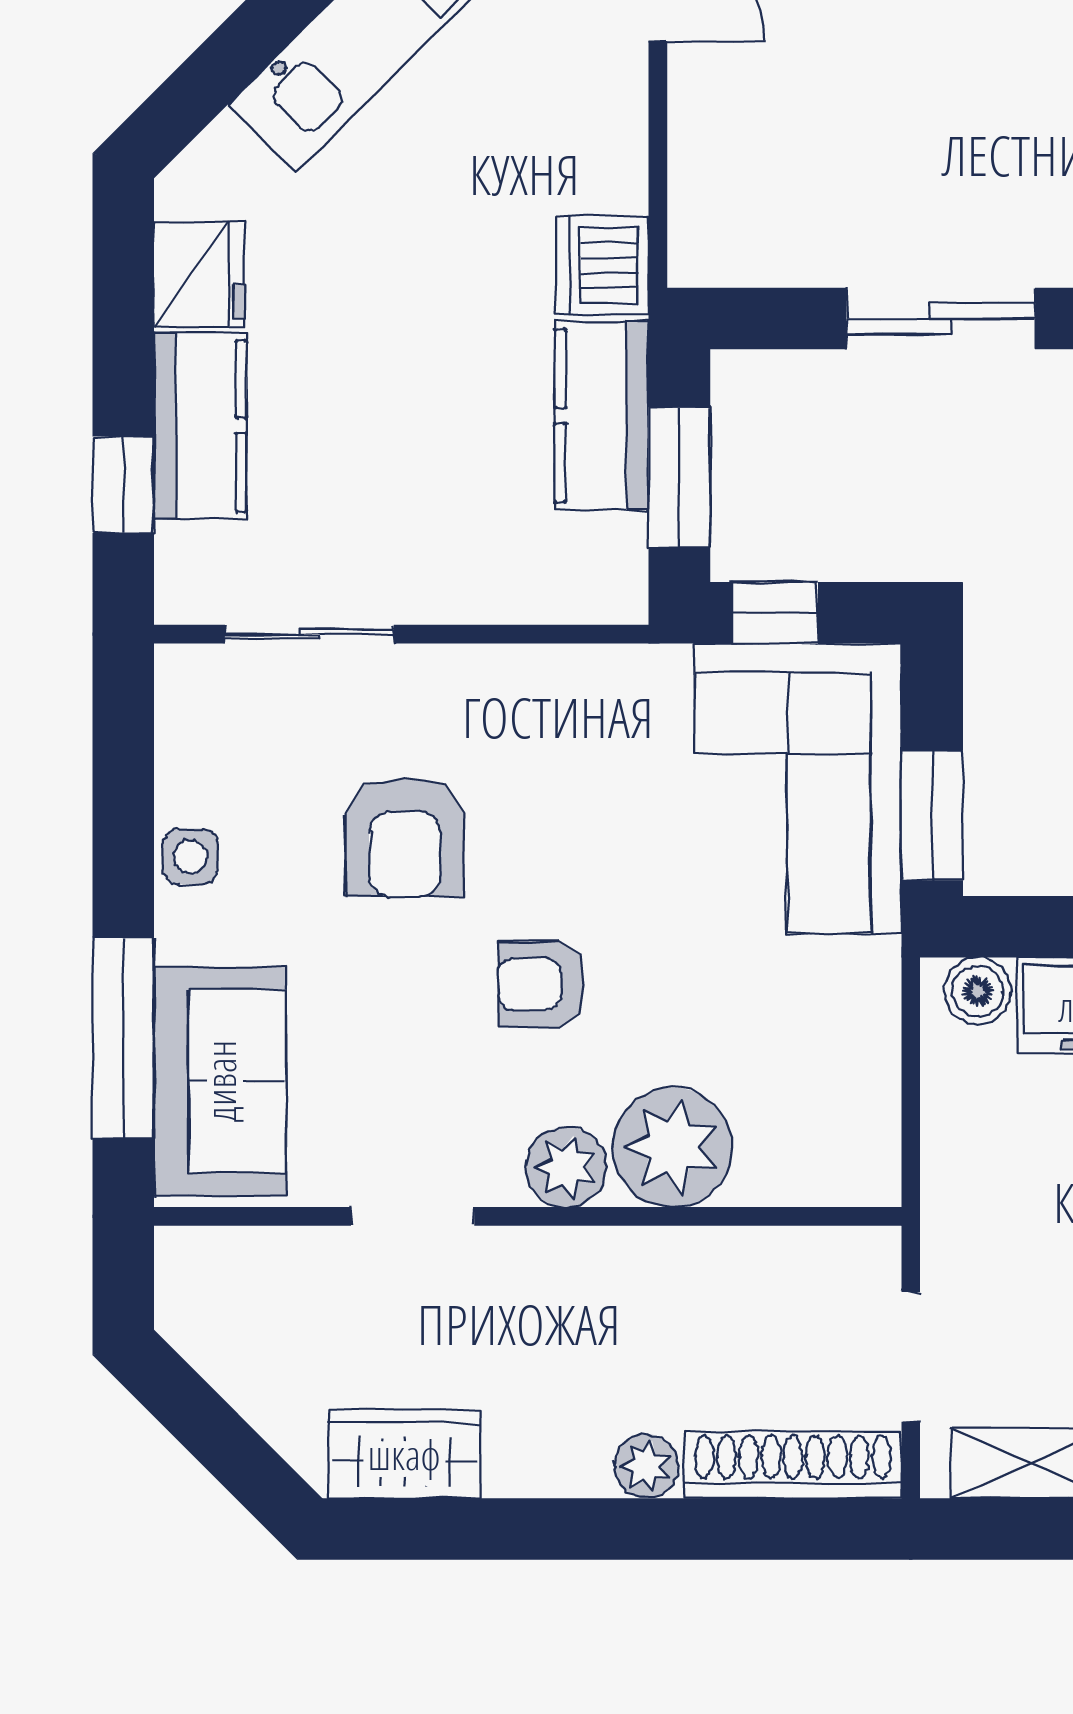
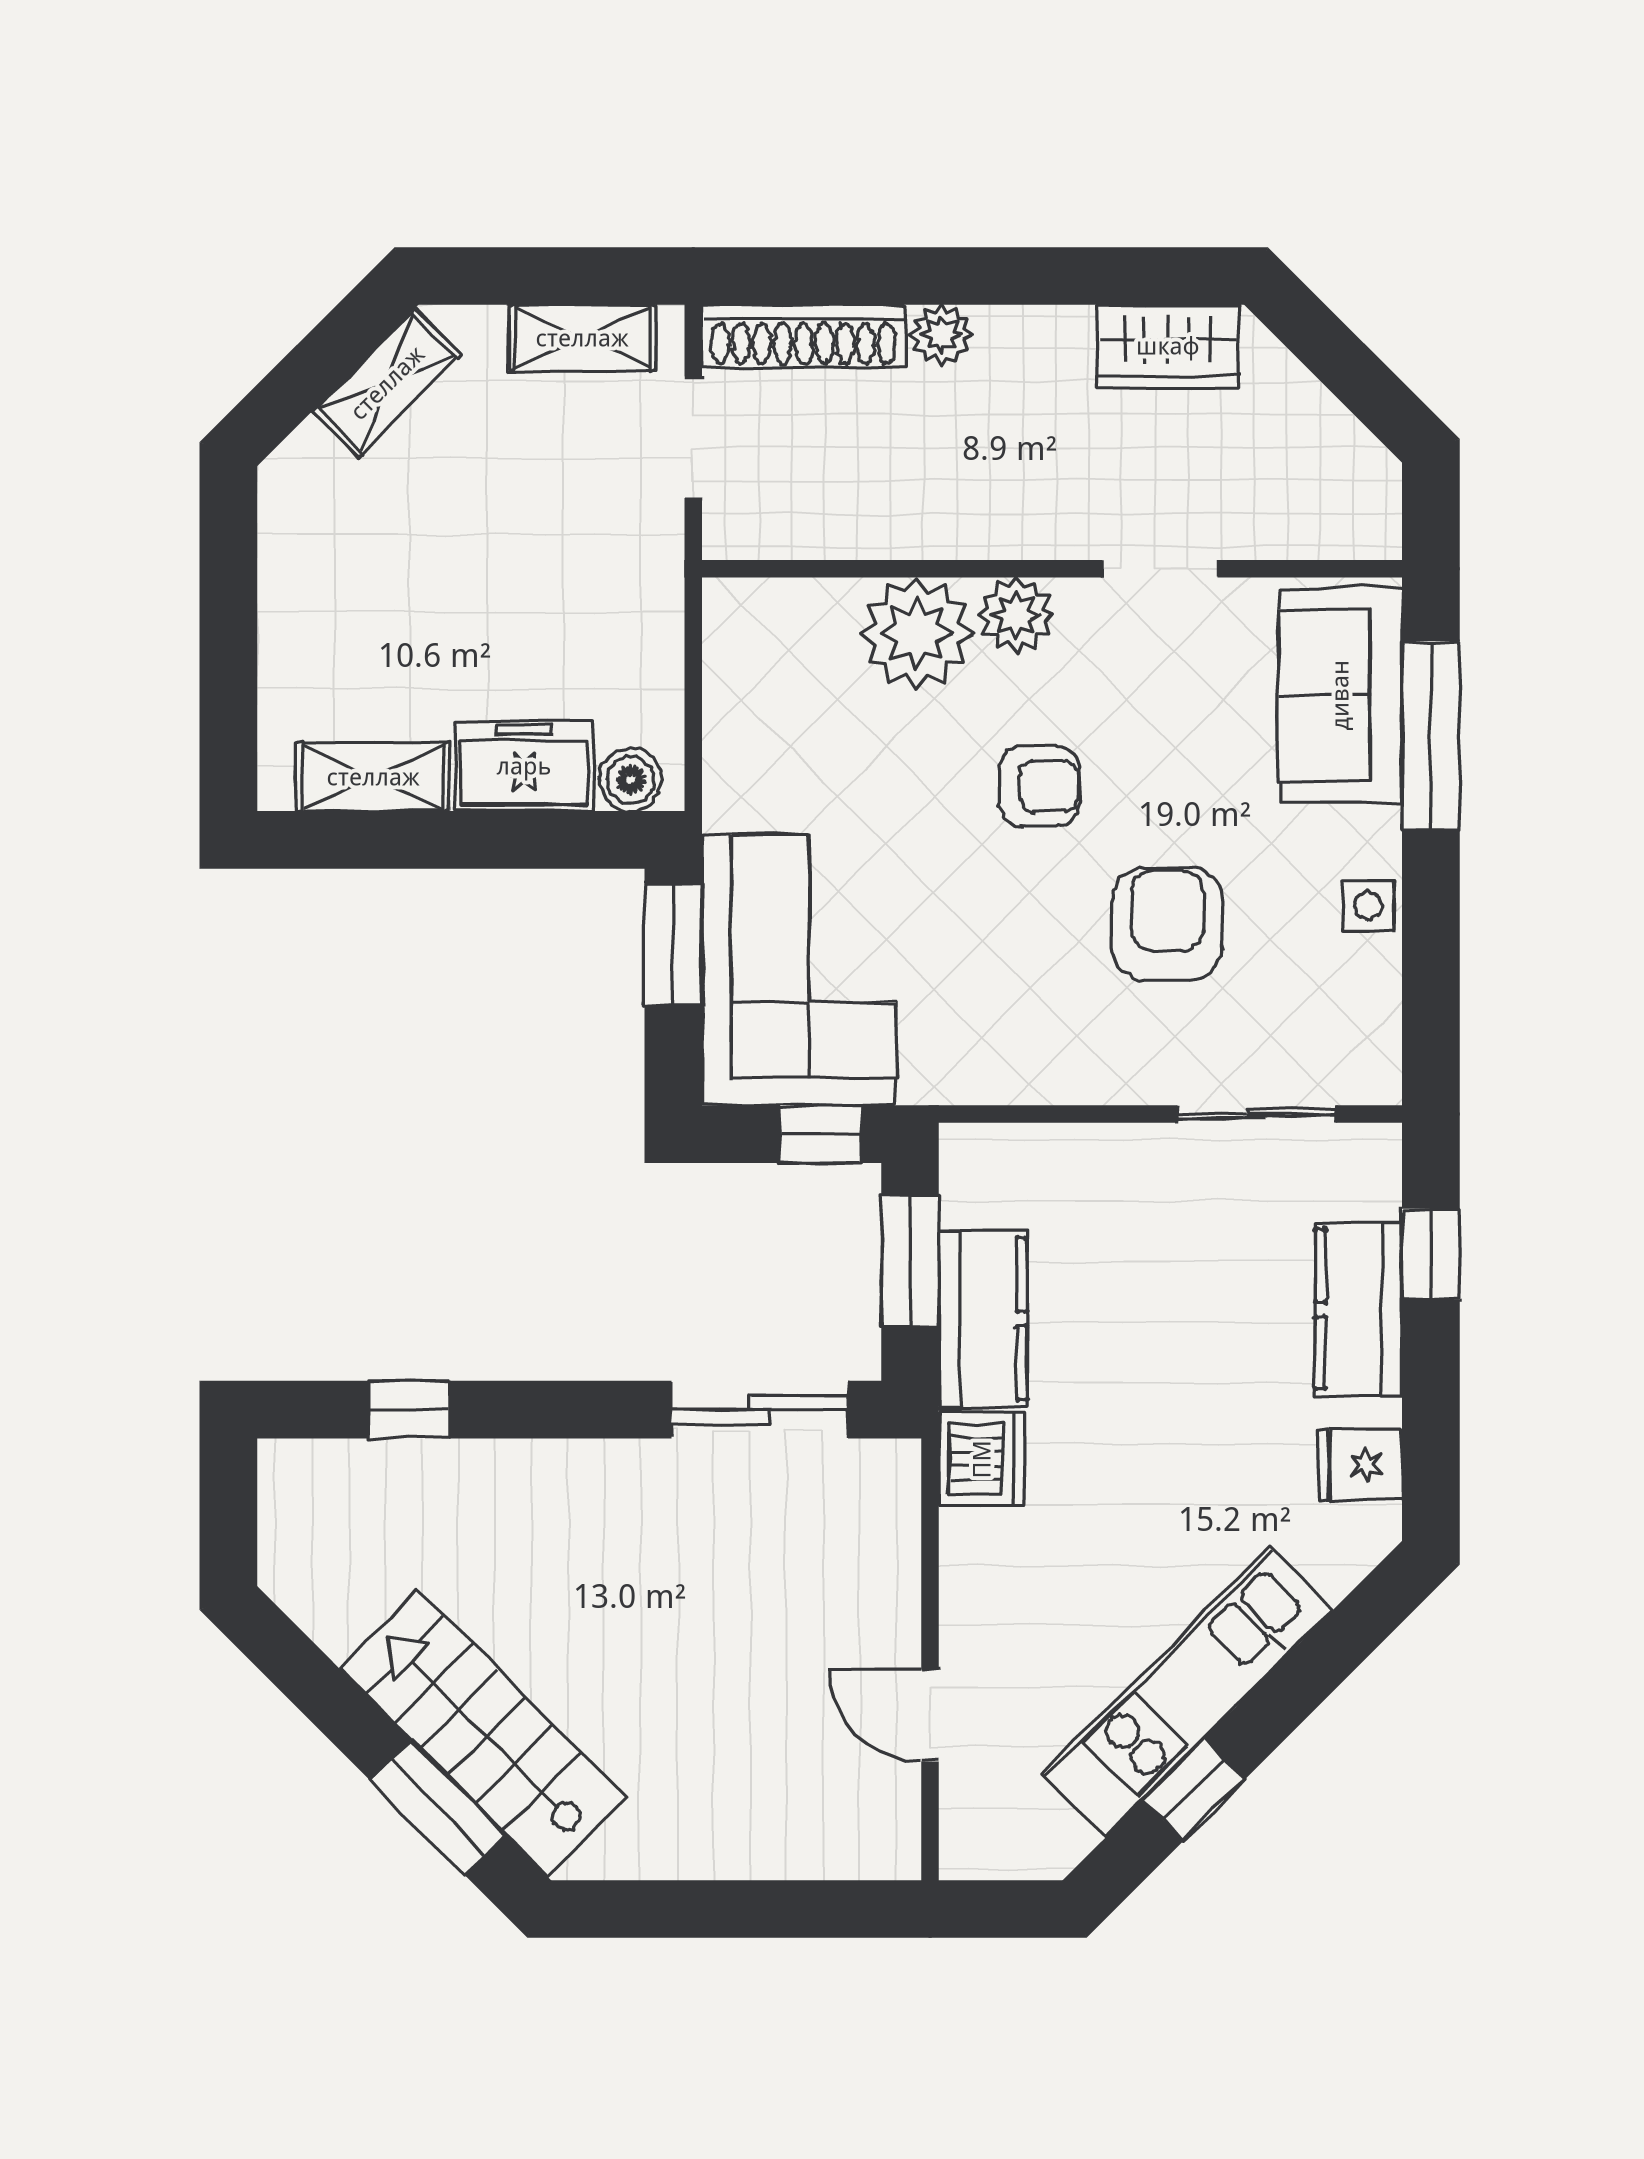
fridge: (199, 274) -> (1360, 1465), width x0.72
sliding door: (941, 319) -> (760, 1410), moved

